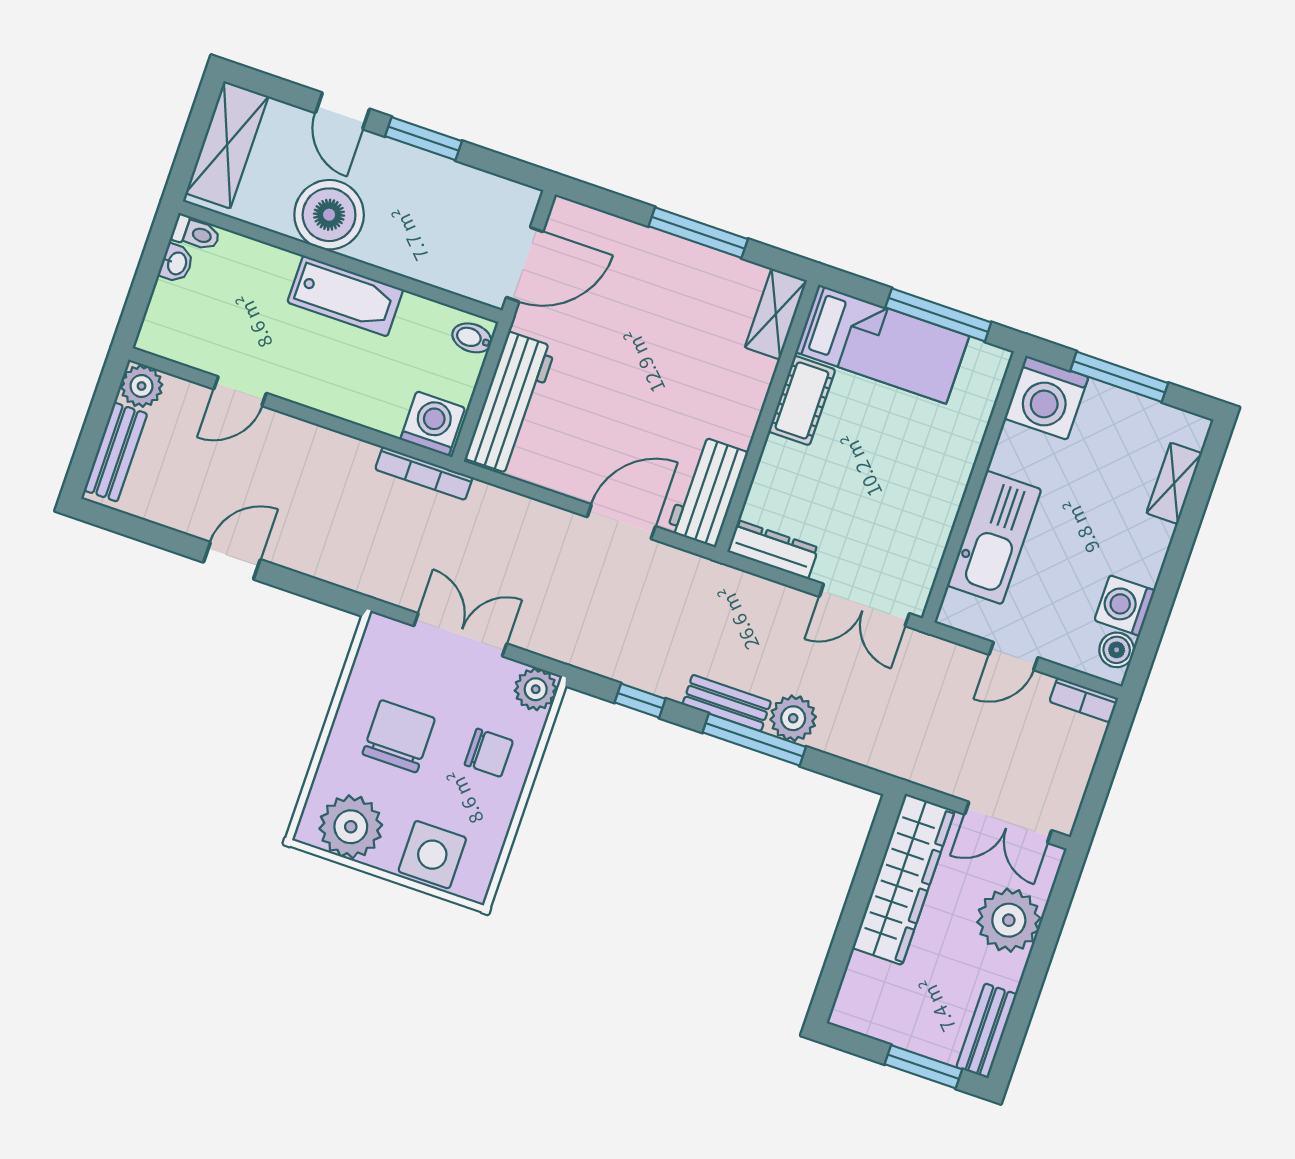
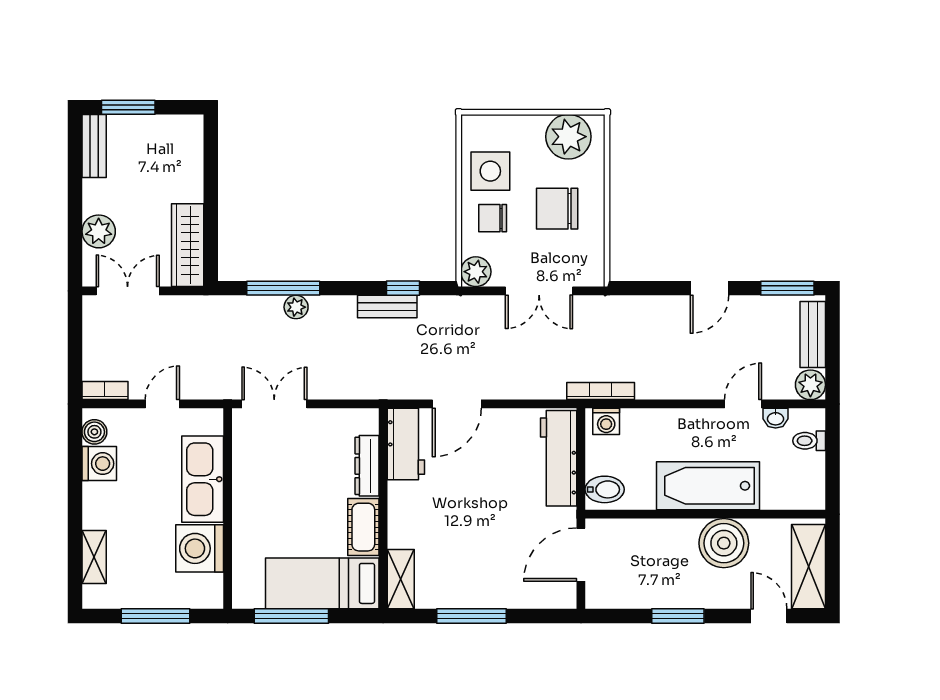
door: (342, 111) -> (769, 616), moved
toilet: (196, 233) -> (809, 441), moved
washbasin: (176, 263) -> (776, 418), moved, turned -90
bathtub: (345, 296) -> (708, 486), width x1.36, depth x1.36
bidet: (472, 338) -> (605, 489), width x1.38, depth x1.36
washing machine: (1046, 398) -> (200, 548), moved, turned -90
washing machine: (433, 424) -> (606, 421), width x0.73, depth x0.73
window: (128, 525) -> (787, 288), added
dresser: (773, 550) -> (367, 466), moved, turned 90
bench: (727, 703) -> (387, 306), moved
plant: (793, 718) -> (296, 307), width x0.73, depth x0.73
chair: (399, 736) -> (557, 209), turned 90
window: (754, 740) -> (283, 288), moved
side table: (432, 855) -> (490, 171), moved
wardrobe: (904, 879) -> (188, 245), width x0.71, depth x0.85
plant: (1009, 920) -> (99, 231), width x0.73, depth x0.73

